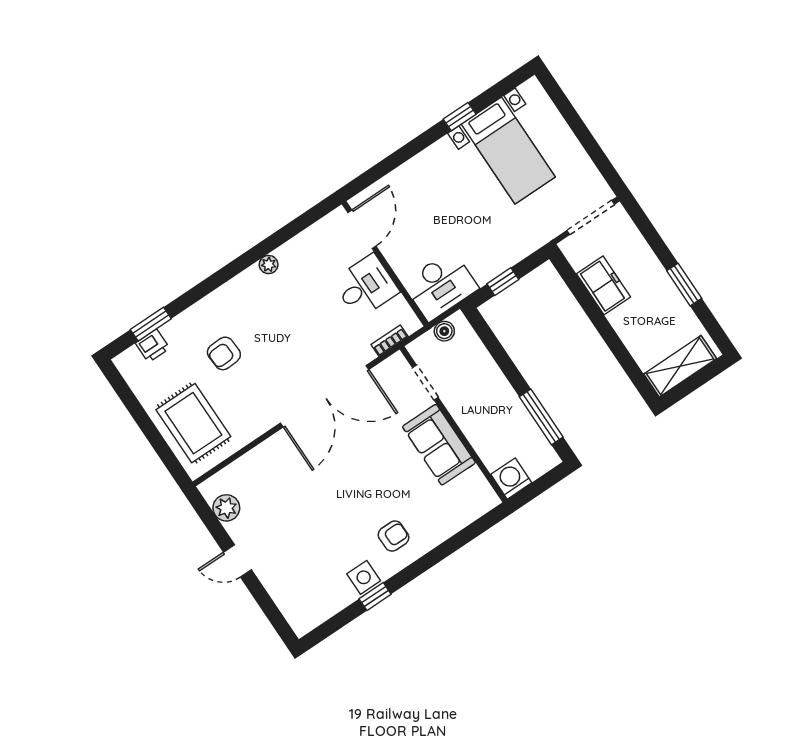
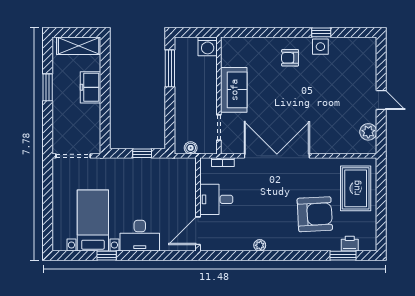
freezer: (603, 285) -> (91, 87), moved
desk: (441, 286) -> (140, 236), moved, turned 180
armchair: (224, 353) -> (315, 214), width x1.88, depth x1.88

